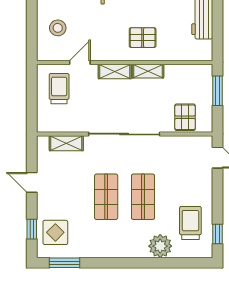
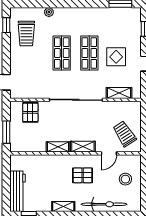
pallet: (143, 38) -> (83, 175), moved
trolley: (59, 89) -> (124, 134), turned 147
display table: (55, 232) -> (116, 57), moved
plant: (160, 246) -> (49, 12), width x0.53, depth x0.53

